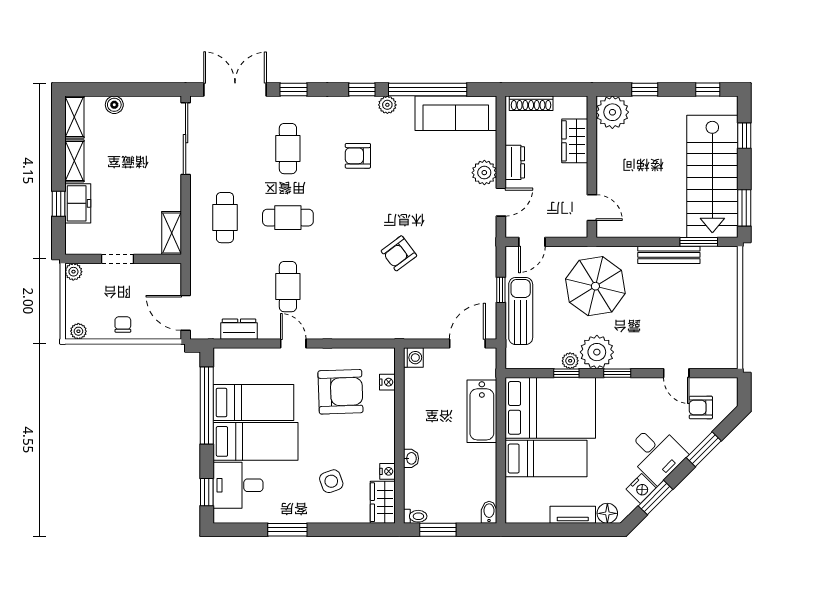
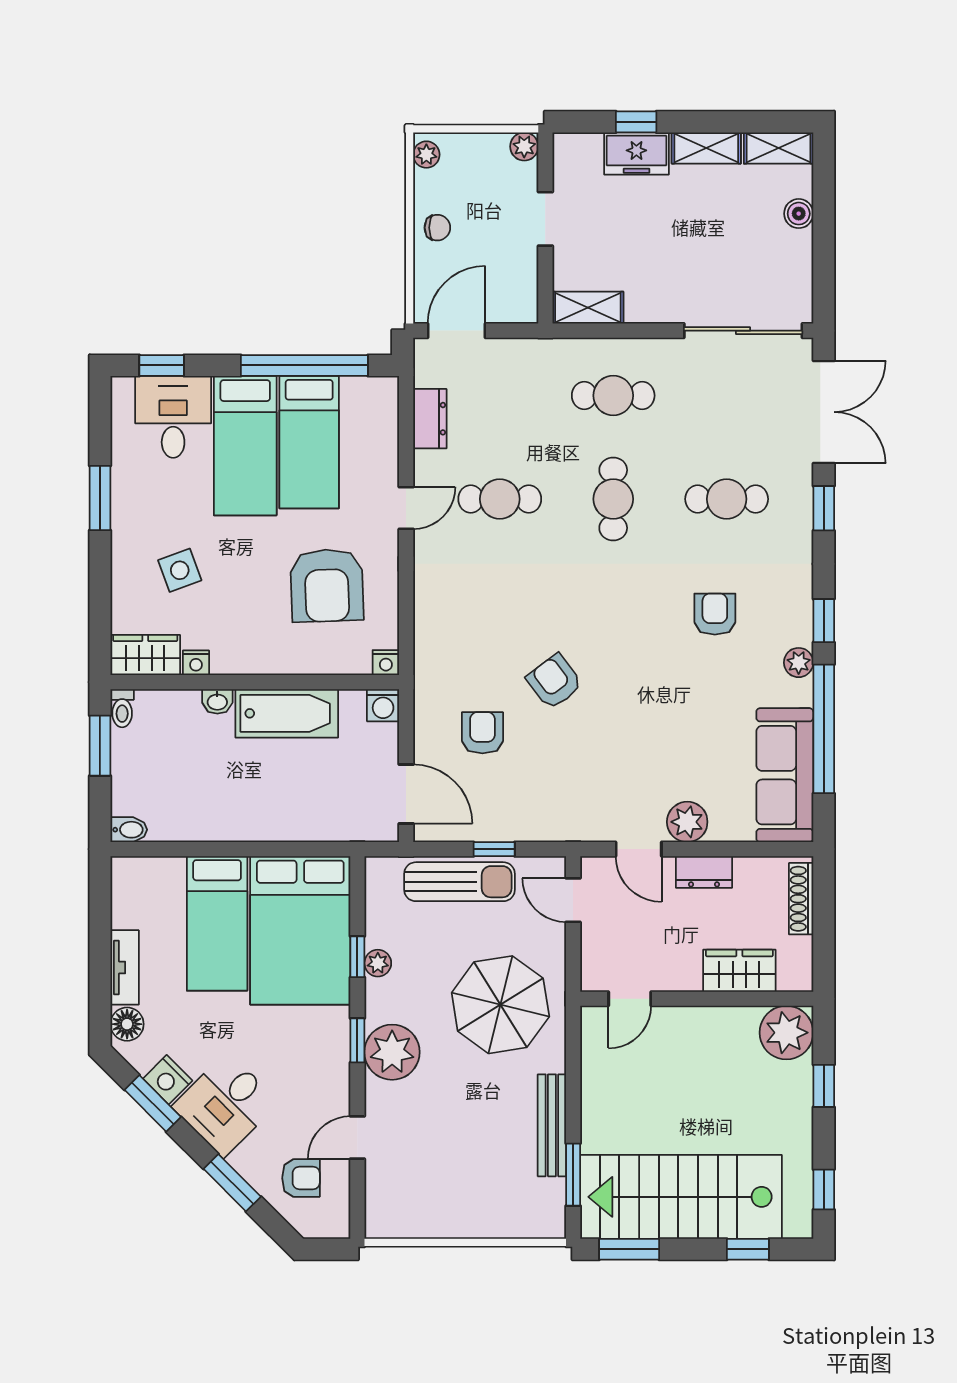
armchair: (430, 297) -> (482, 733), added
plant: (597, 352) -> (392, 1052), moved
nightstand: (387, 382) -> (386, 663), moved
armchair: (701, 407) -> (301, 1178), turned 90
bathtub: (482, 411) -> (287, 713), moved, turned 180

